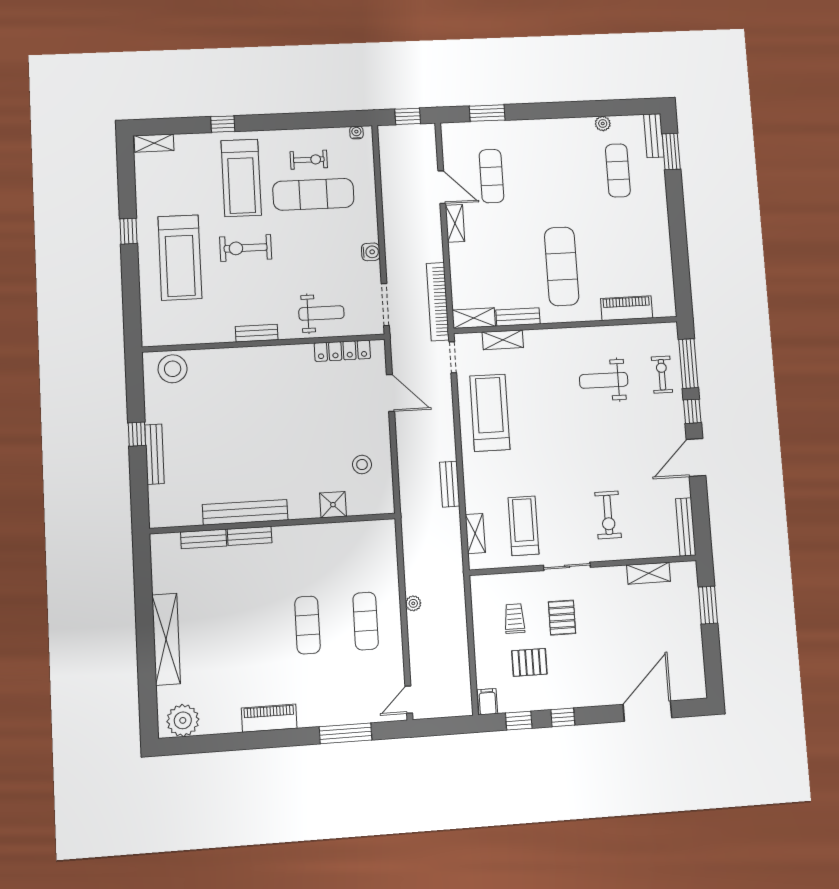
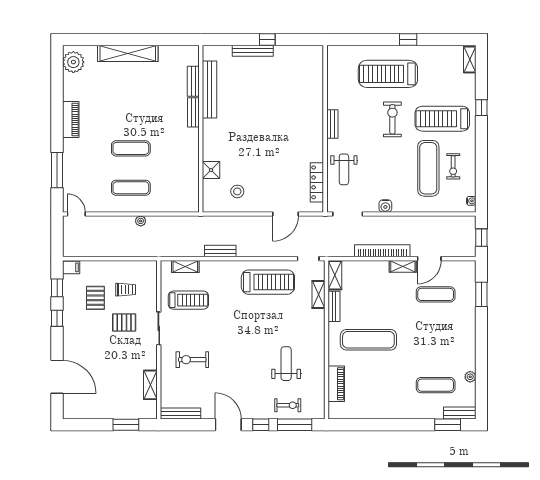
bookcase: (438, 302) -> (382, 251), moved
stool: (173, 369) -> (311, 65), removed
bench: (245, 512) -> (209, 90), moved

